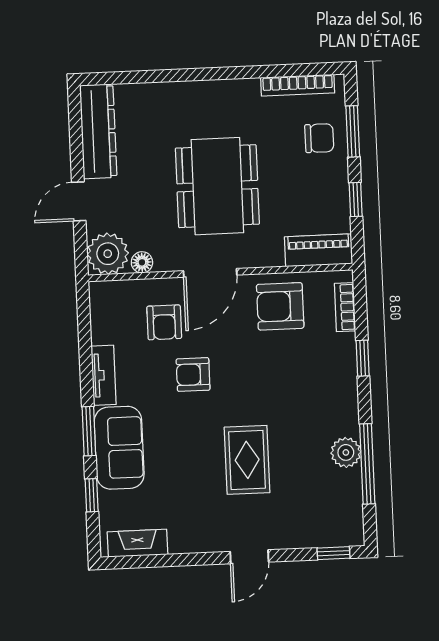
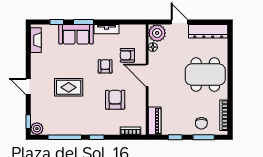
dining table: (217, 186) -> (205, 75), moved
armchair: (280, 306) -> (115, 100), moved
window: (363, 358) -> (97, 137), moved
plant: (346, 452) -> (37, 129), moved

